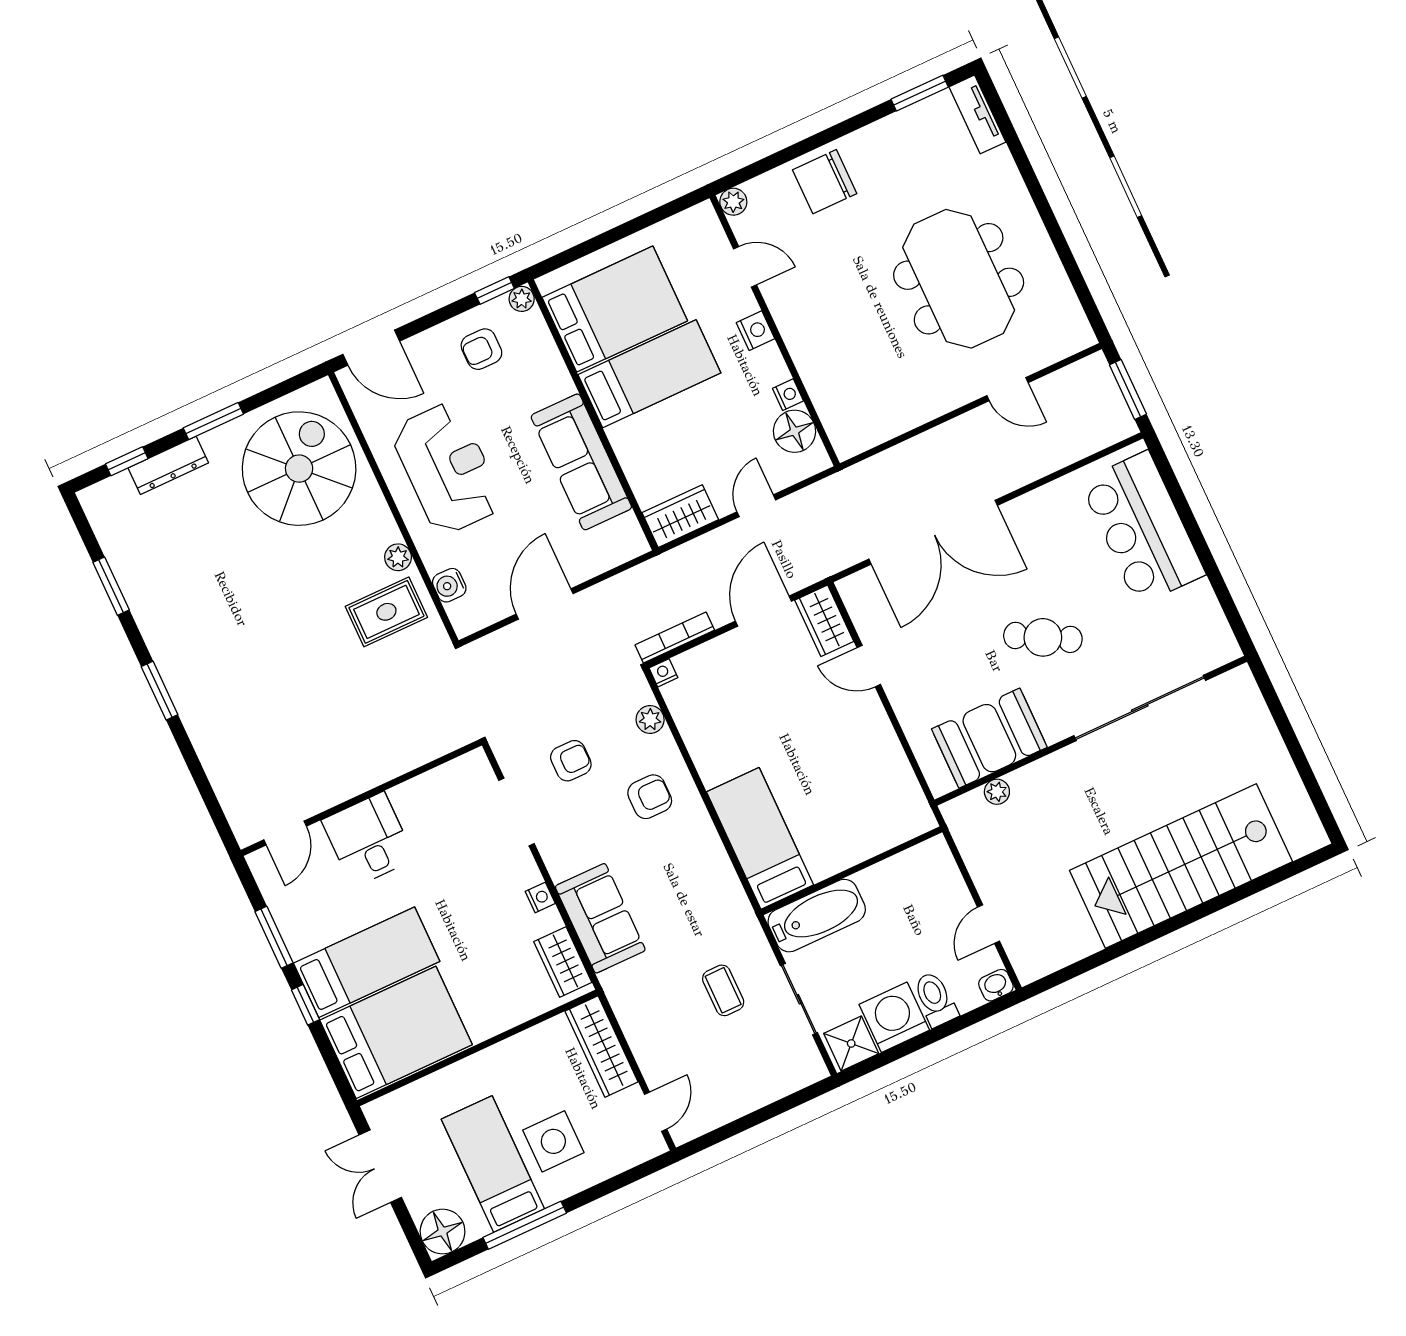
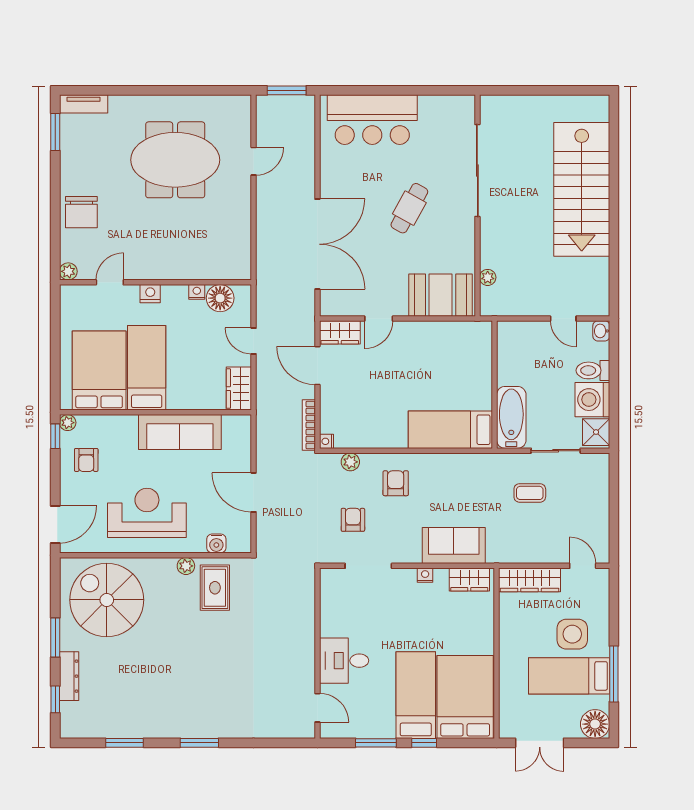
booth: (989, 738) -> (441, 295), moved, turned 90

